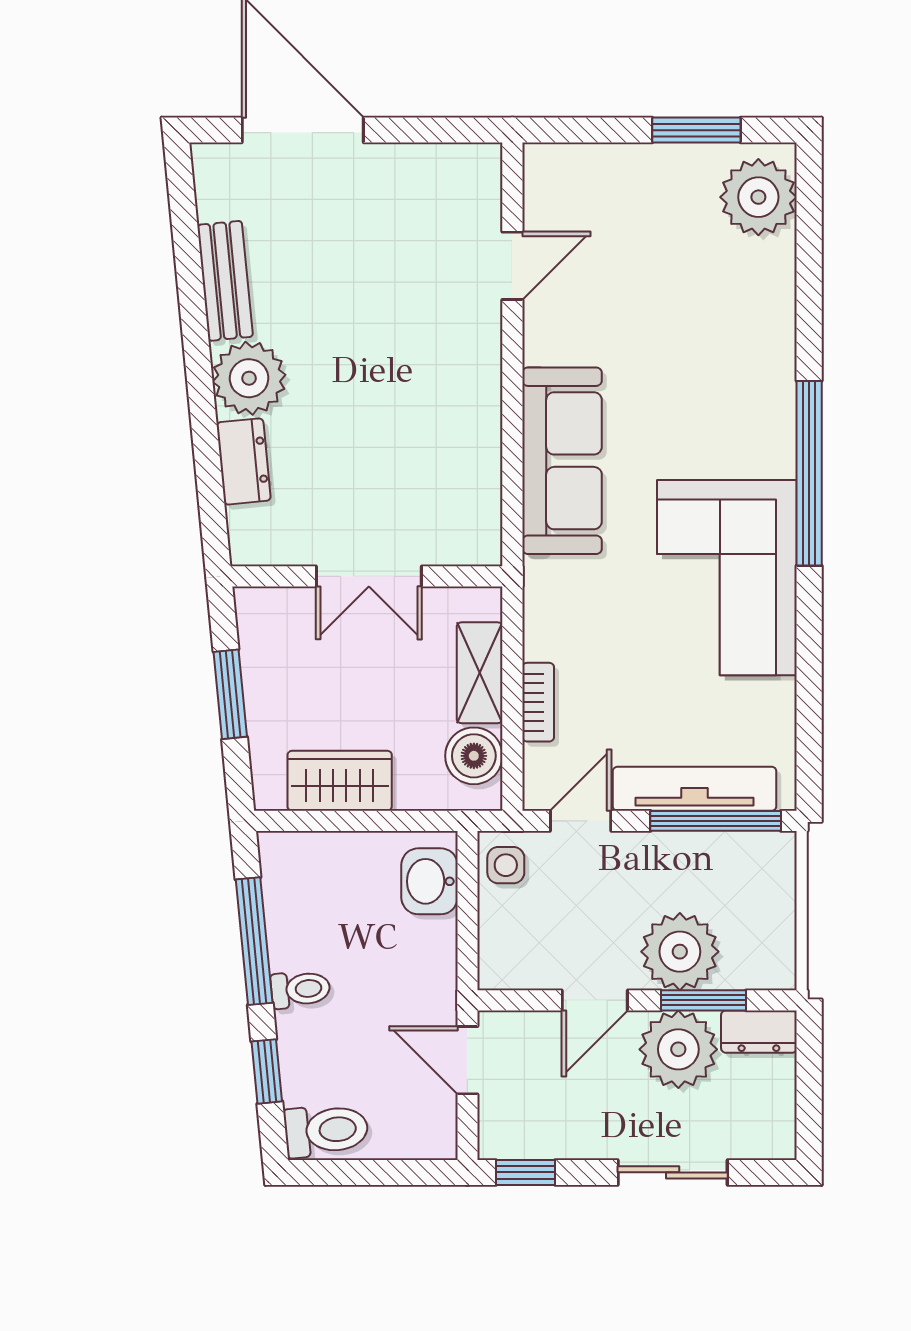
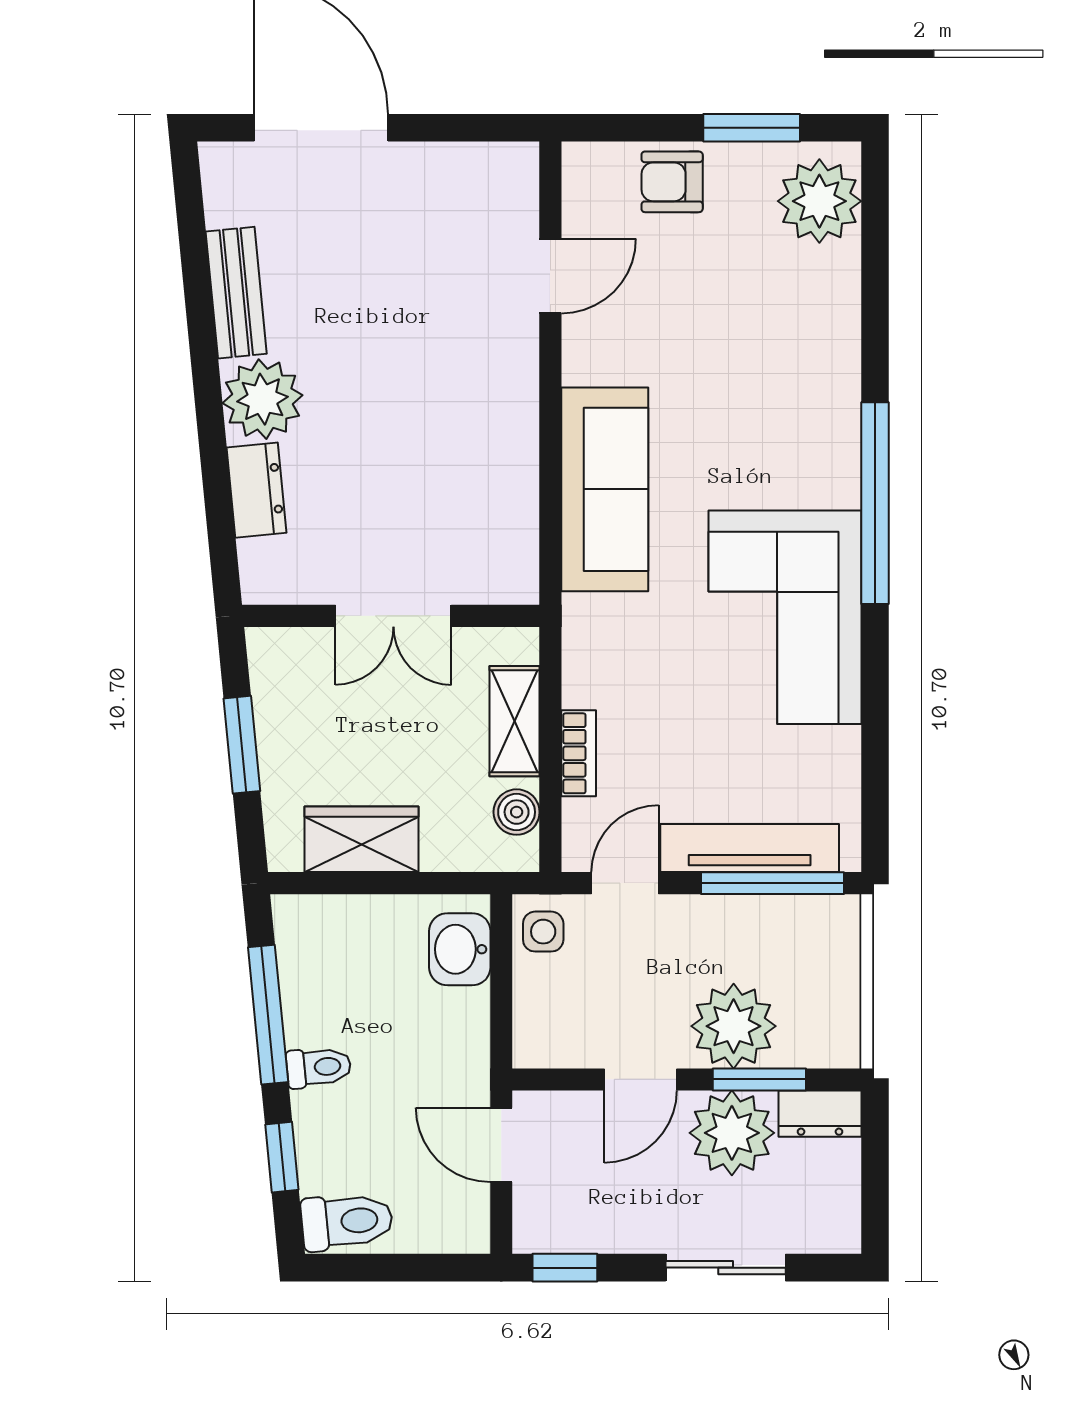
armchair: (624, 180) -> (672, 182), added
boiler: (474, 756) -> (517, 812), width x0.73, depth x0.73

